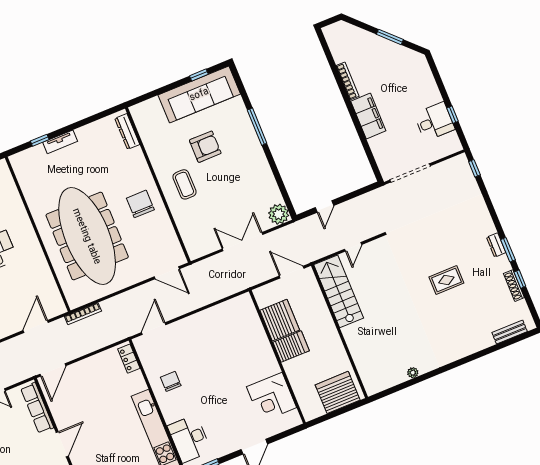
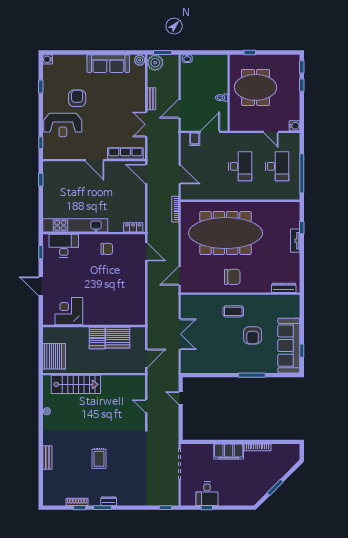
plant: (279, 214) -> (188, 366), removed
stairs: (339, 291) -> (76, 384), moved
bench: (510, 332) -> (47, 458), moved

